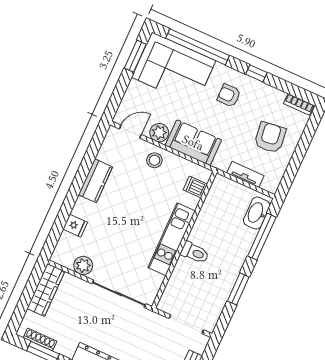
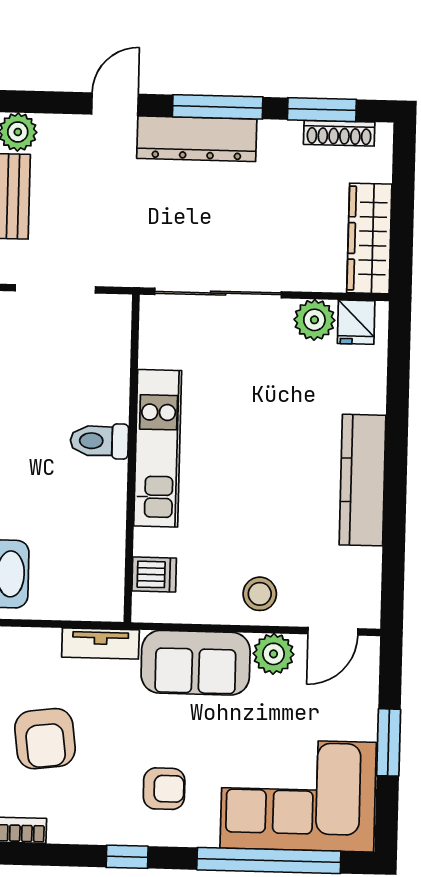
window: (135, 56) -> (389, 742), moved
tv unit: (245, 174) -> (100, 644), moved
kitchen counter: (95, 181) -> (362, 480), width x1.50
fridge: (75, 226) -> (356, 322), moved, turned -90

